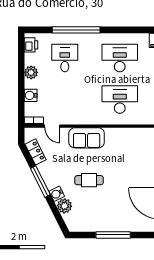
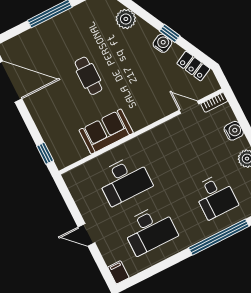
sofa: (87, 138) -> (106, 131), moved
cafe table: (89, 180) -> (88, 76), moved, turned 90
window: (40, 182) -> (170, 33), width x0.46
water cooler: (57, 194) -> (162, 43), moved

